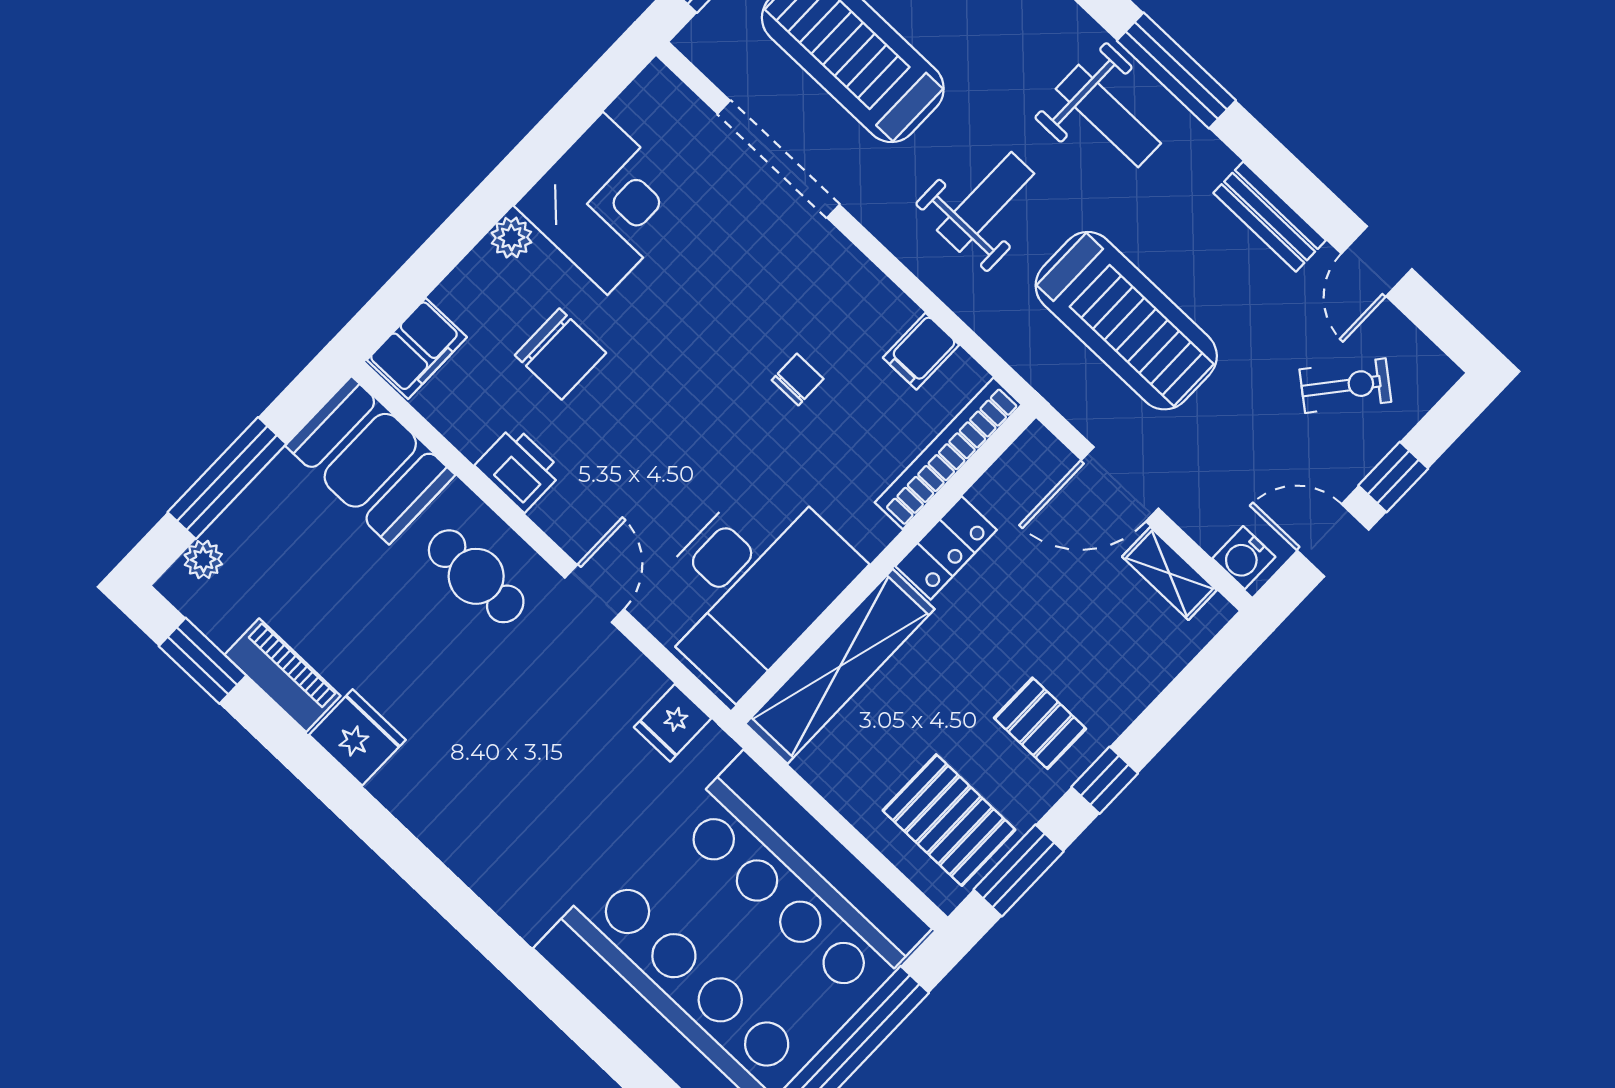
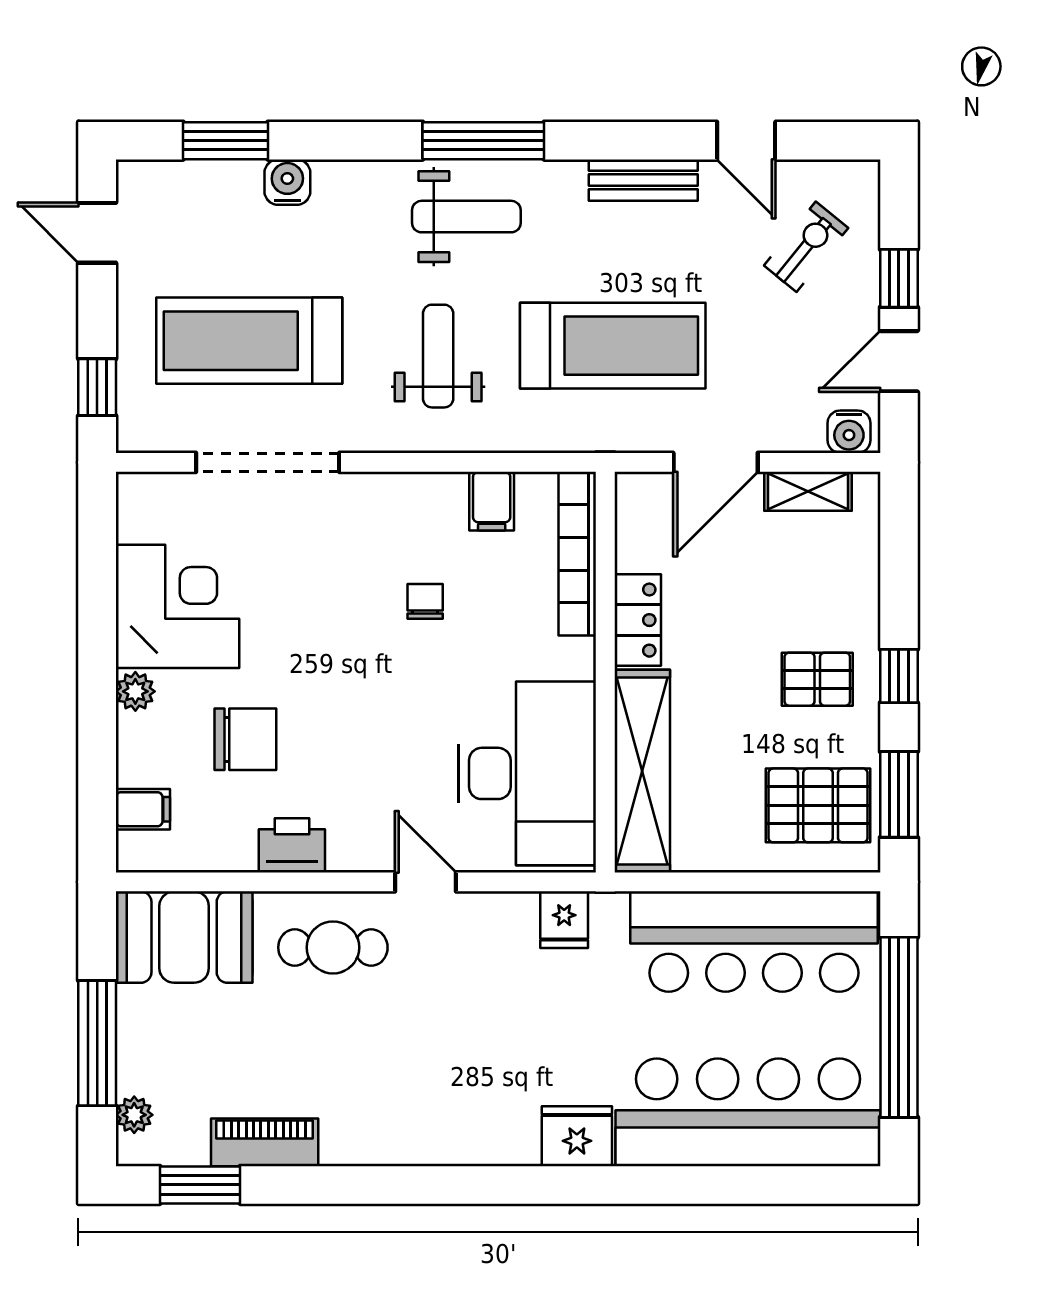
filing cabinet: (417, 348) -> (143, 809), width x0.50
fridge: (357, 737) -> (577, 1136), moved

